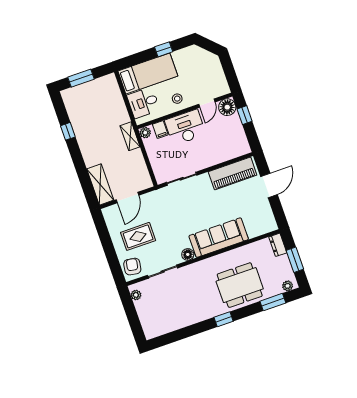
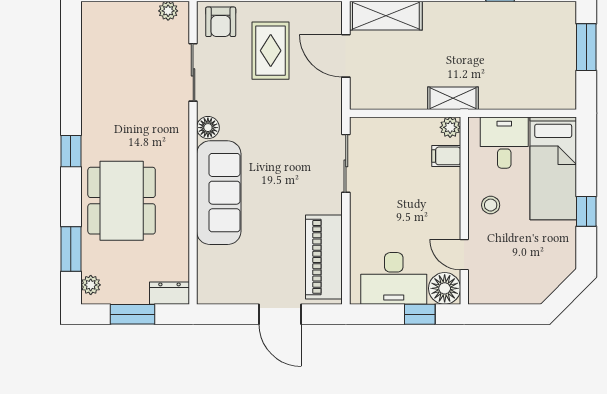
desk: (185, 127) -> (394, 278), moved, turned 90
armchair: (132, 267) -> (221, 22), turned 81

